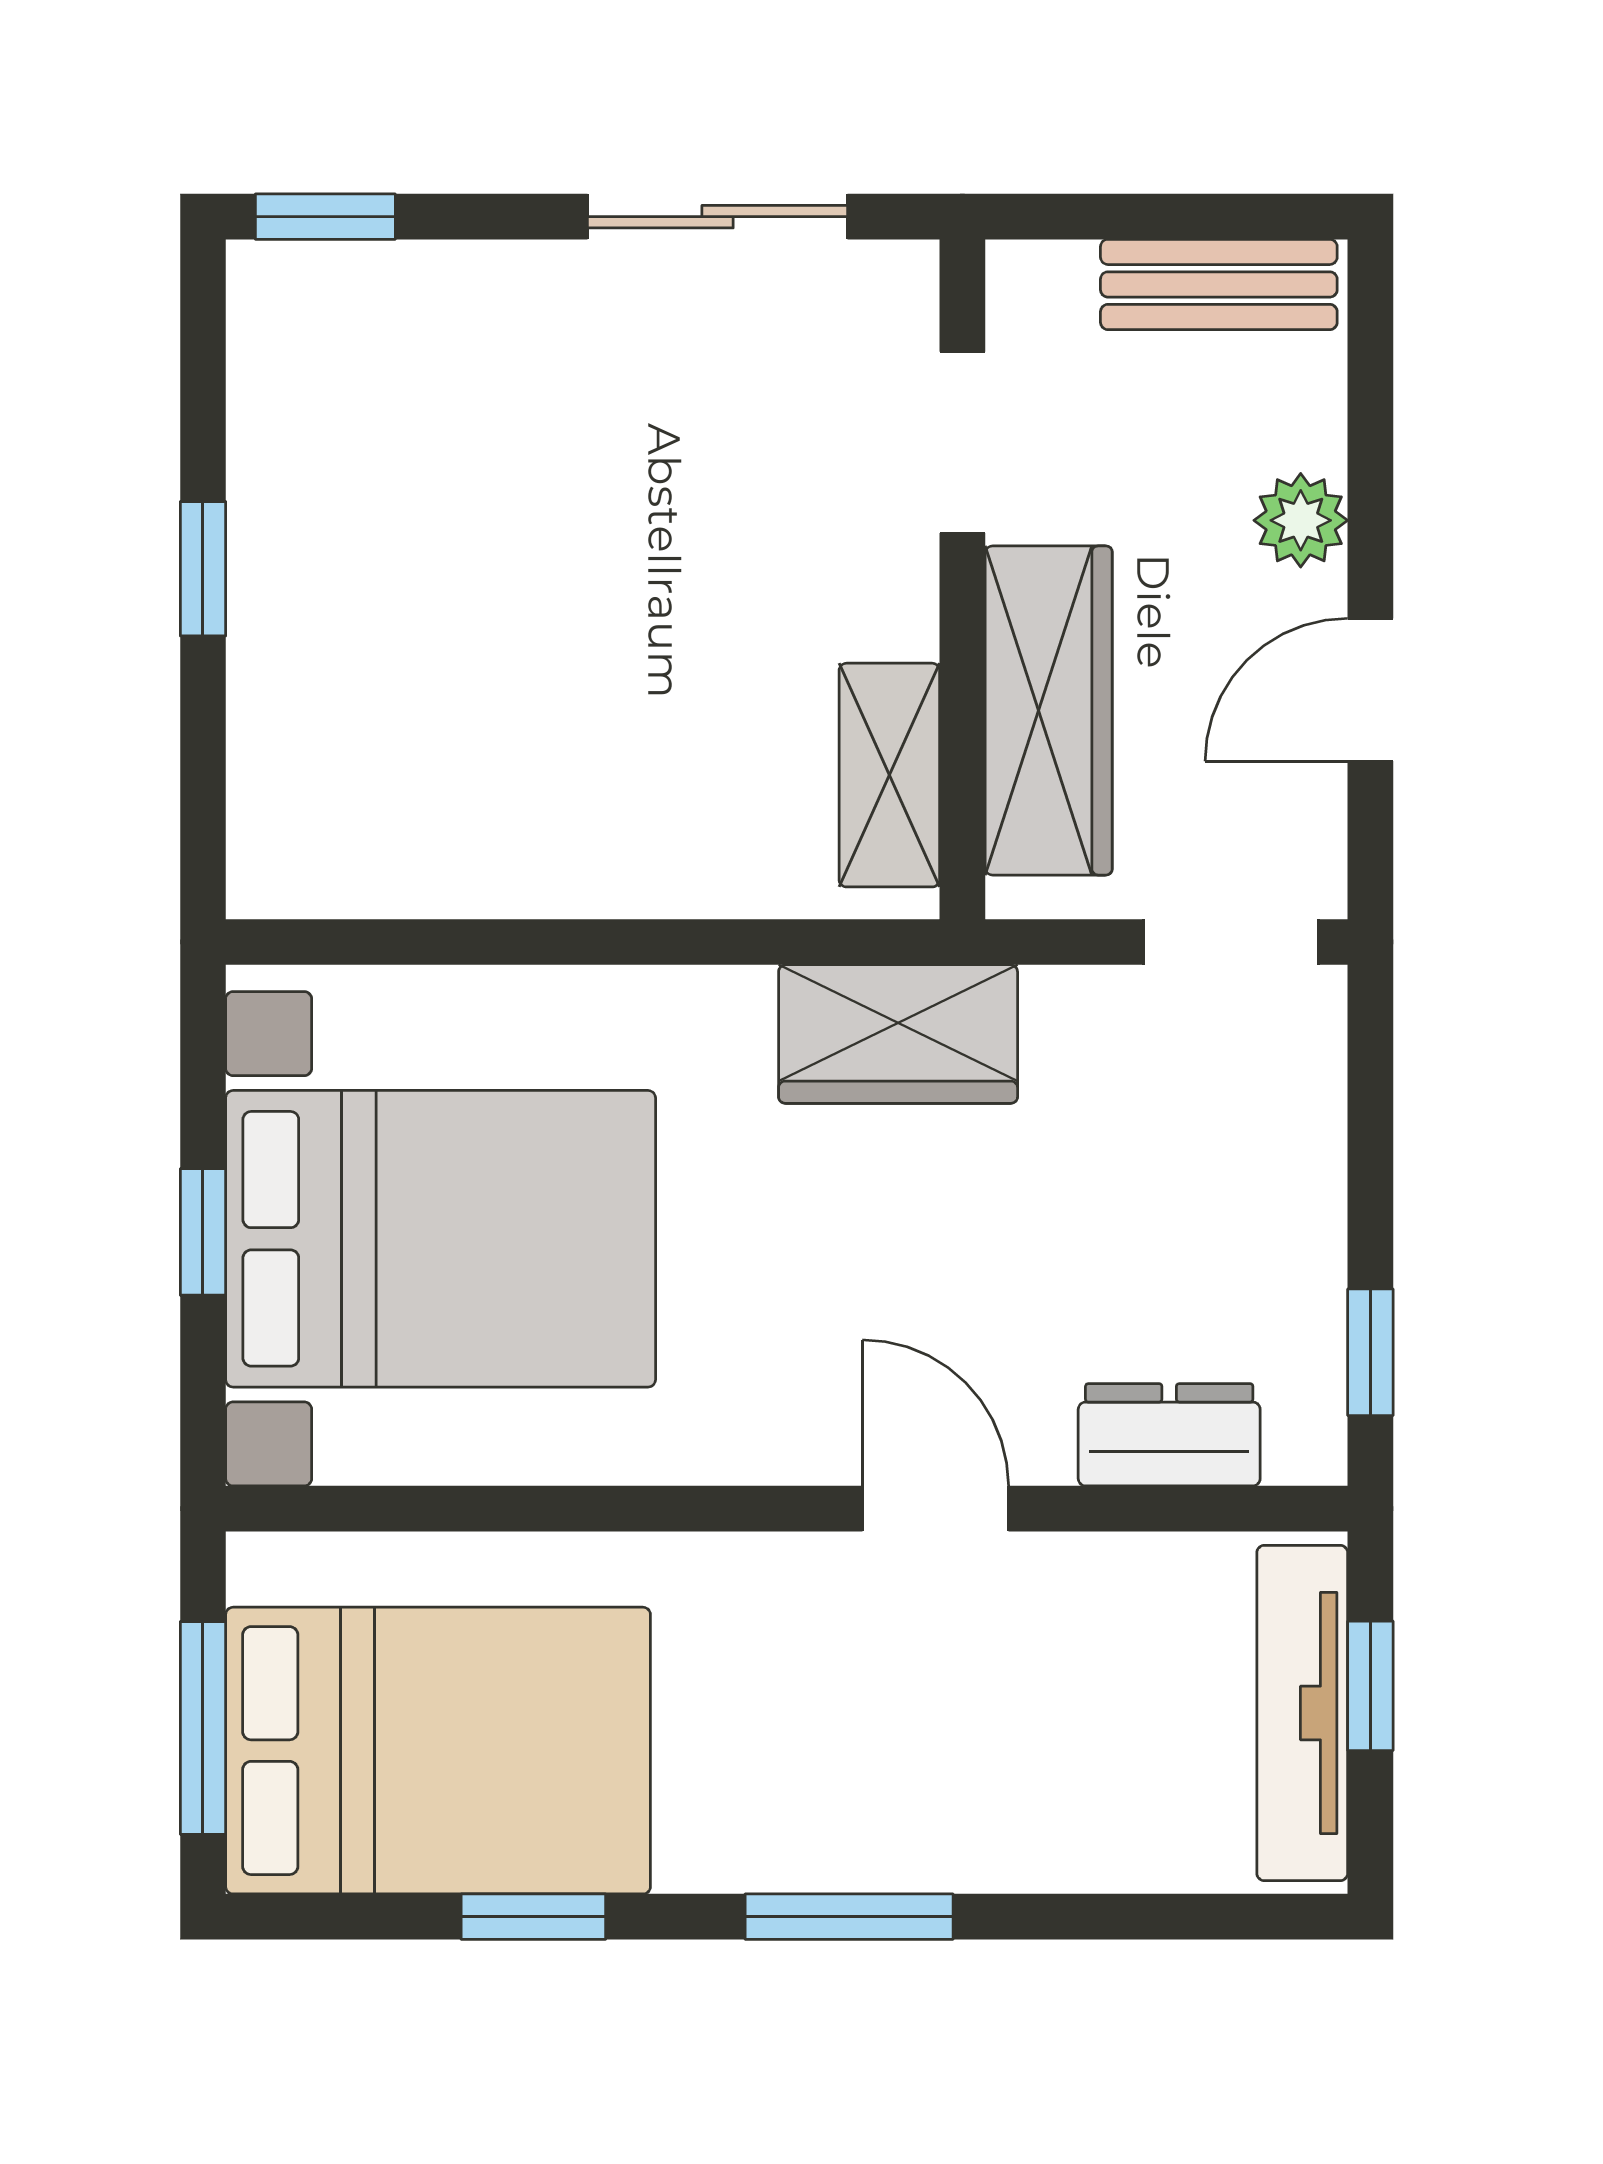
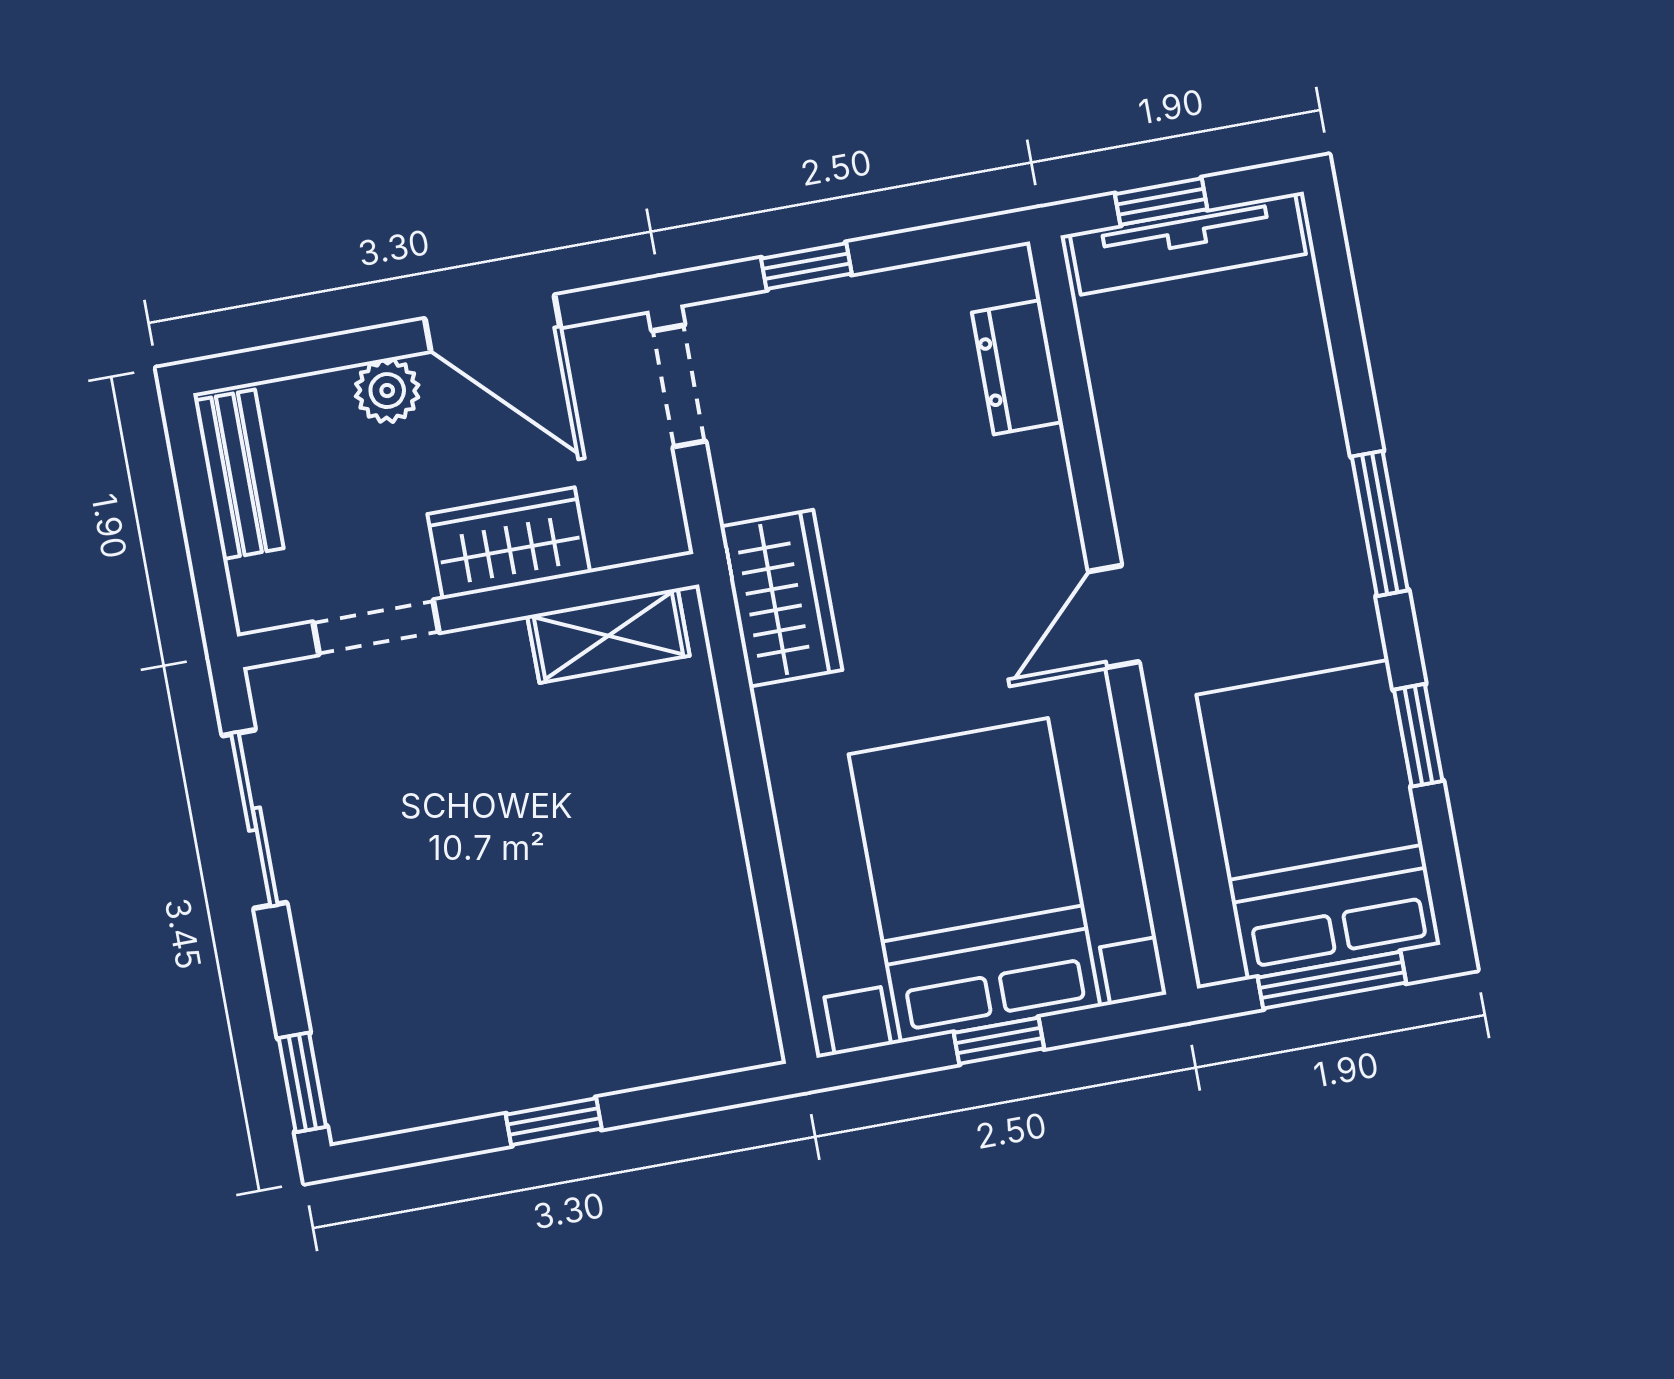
door: (1370, 690) -> (492, 323), width x1.38
wardrobe: (1049, 710) -> (509, 543), width x0.67
window: (1370, 1352) -> (806, 266), moved
door: (935, 1509) -> (1114, 617), moved

